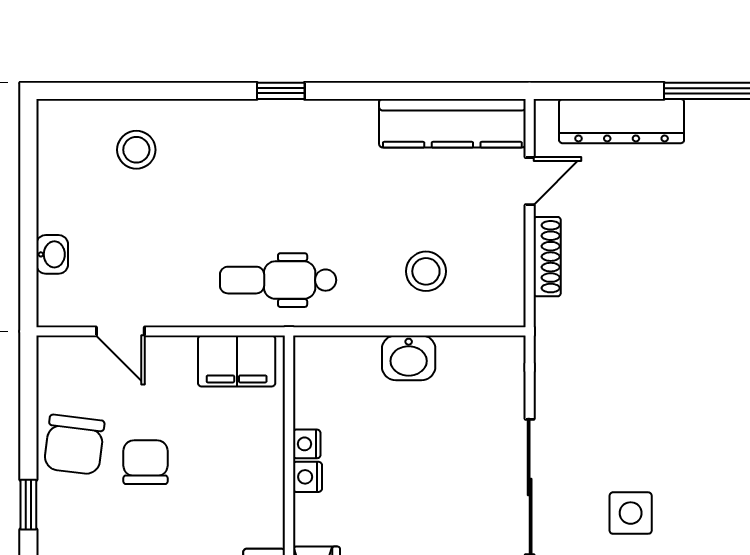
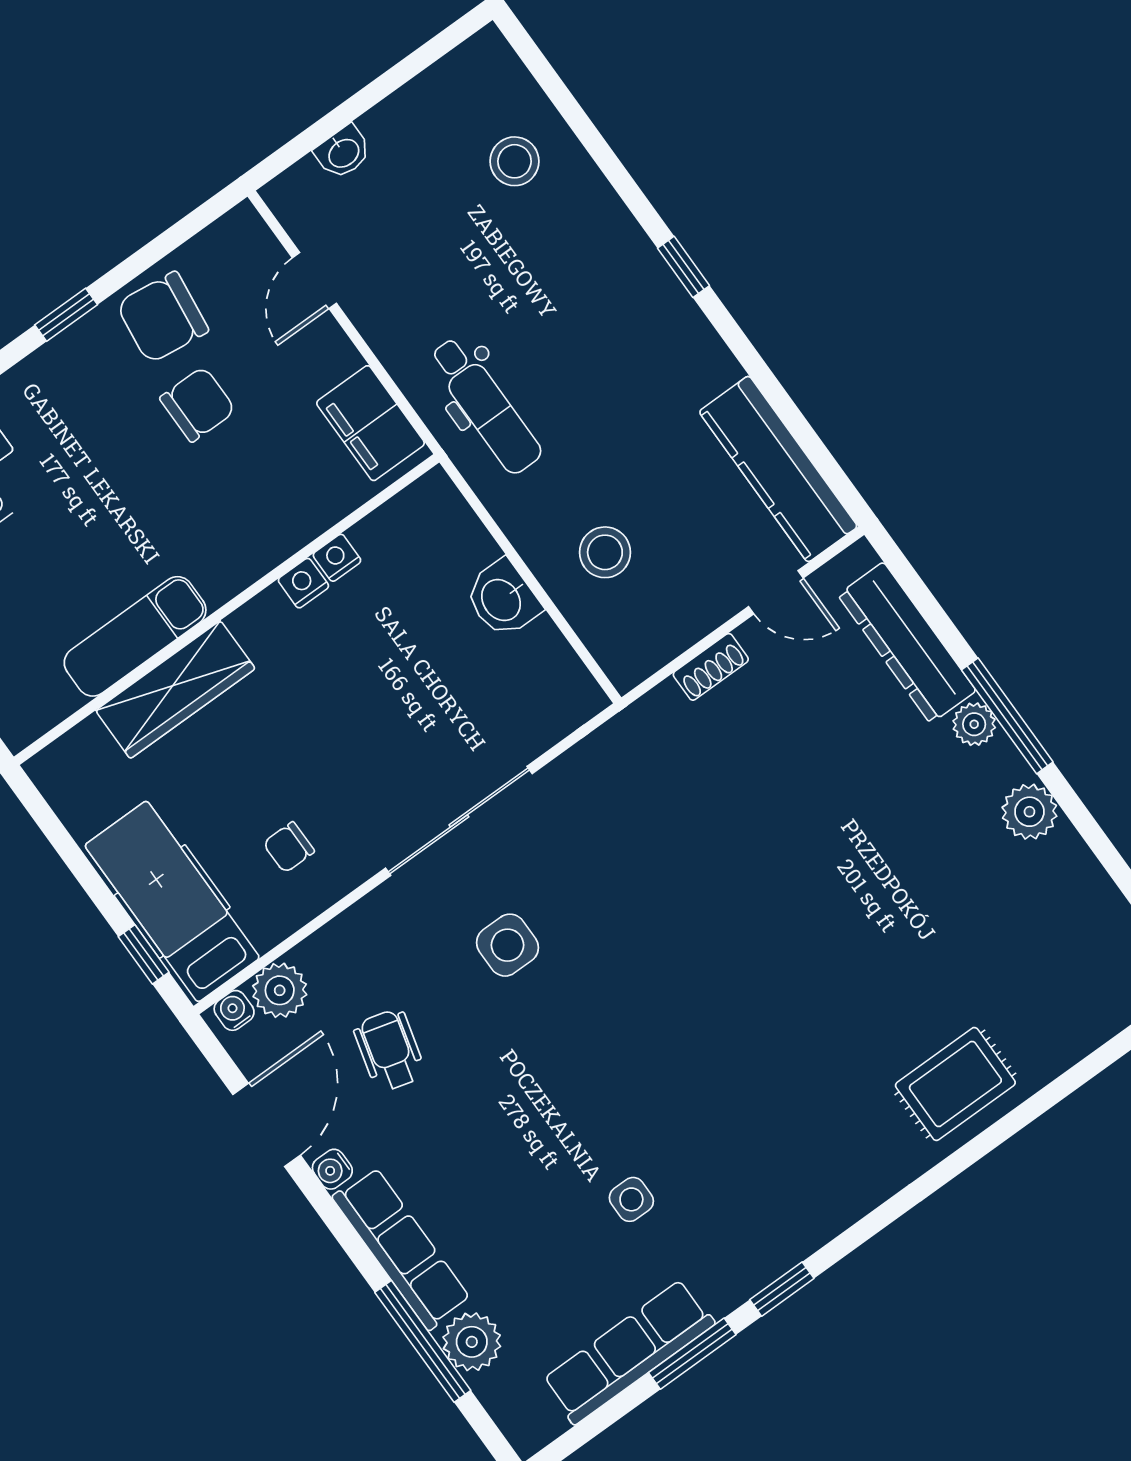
plant: (704, 116) -> (974, 724), added
shoe rack: (547, 257) -> (711, 667), width x0.70
dental chair: (278, 280) -> (485, 406), turned 180

